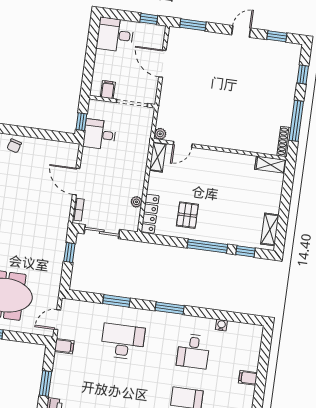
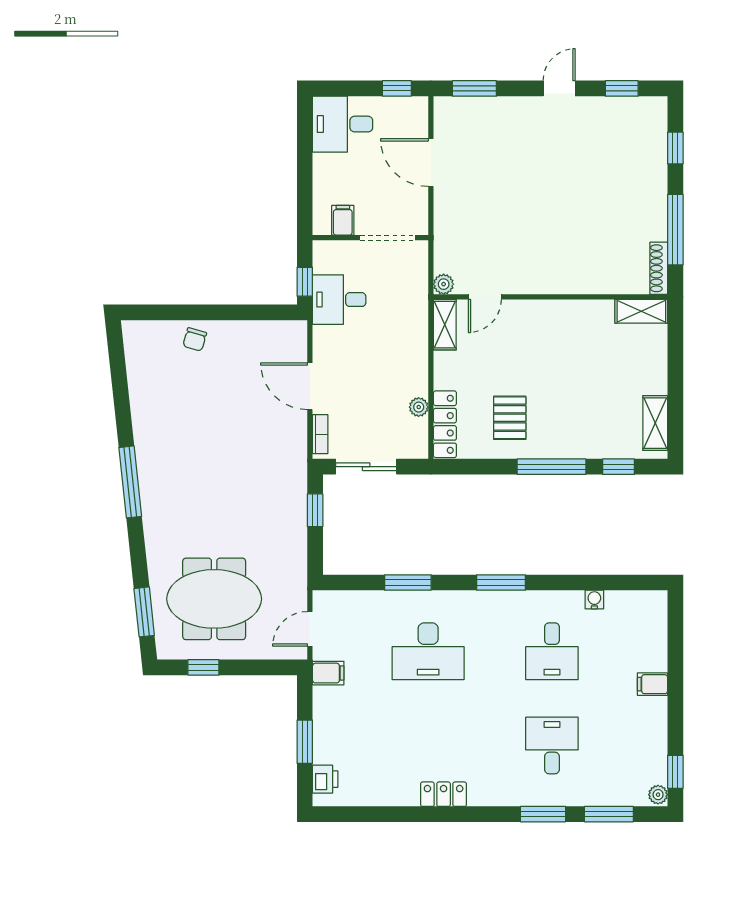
desk: (123, 342) -> (428, 651), turned 180

